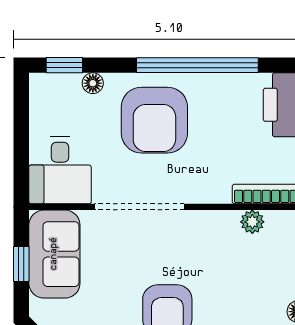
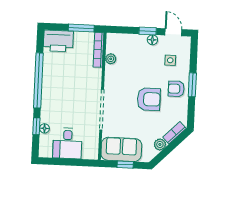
window: (64, 65) -> (36, 126), moved
armchair: (154, 120) -> (63, 101), removed
desk: (60, 170) -> (67, 143), moved, turned 90

